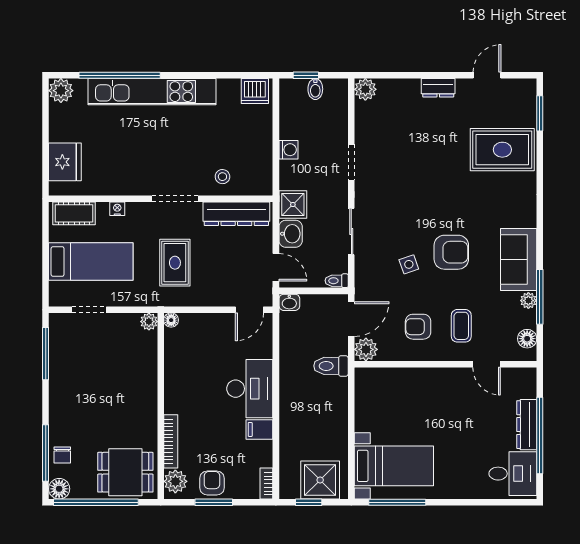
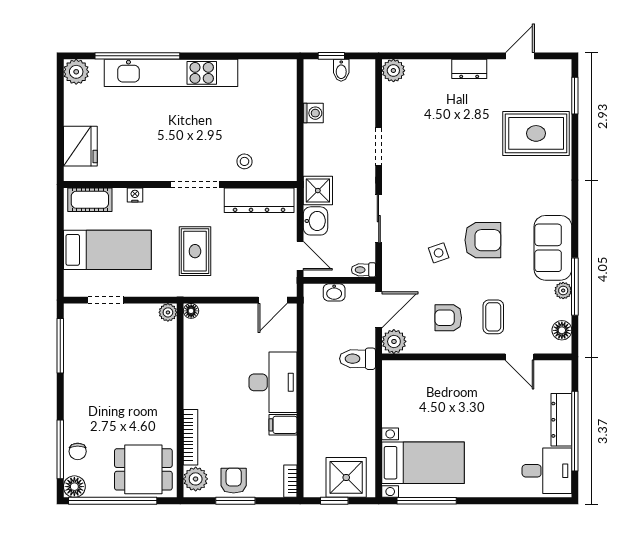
dishwasher: (255, 91) -> (278, 72), removed
washing machine: (289, 150) -> (313, 113), moved
washbasin: (289, 302) -> (334, 292), moved

